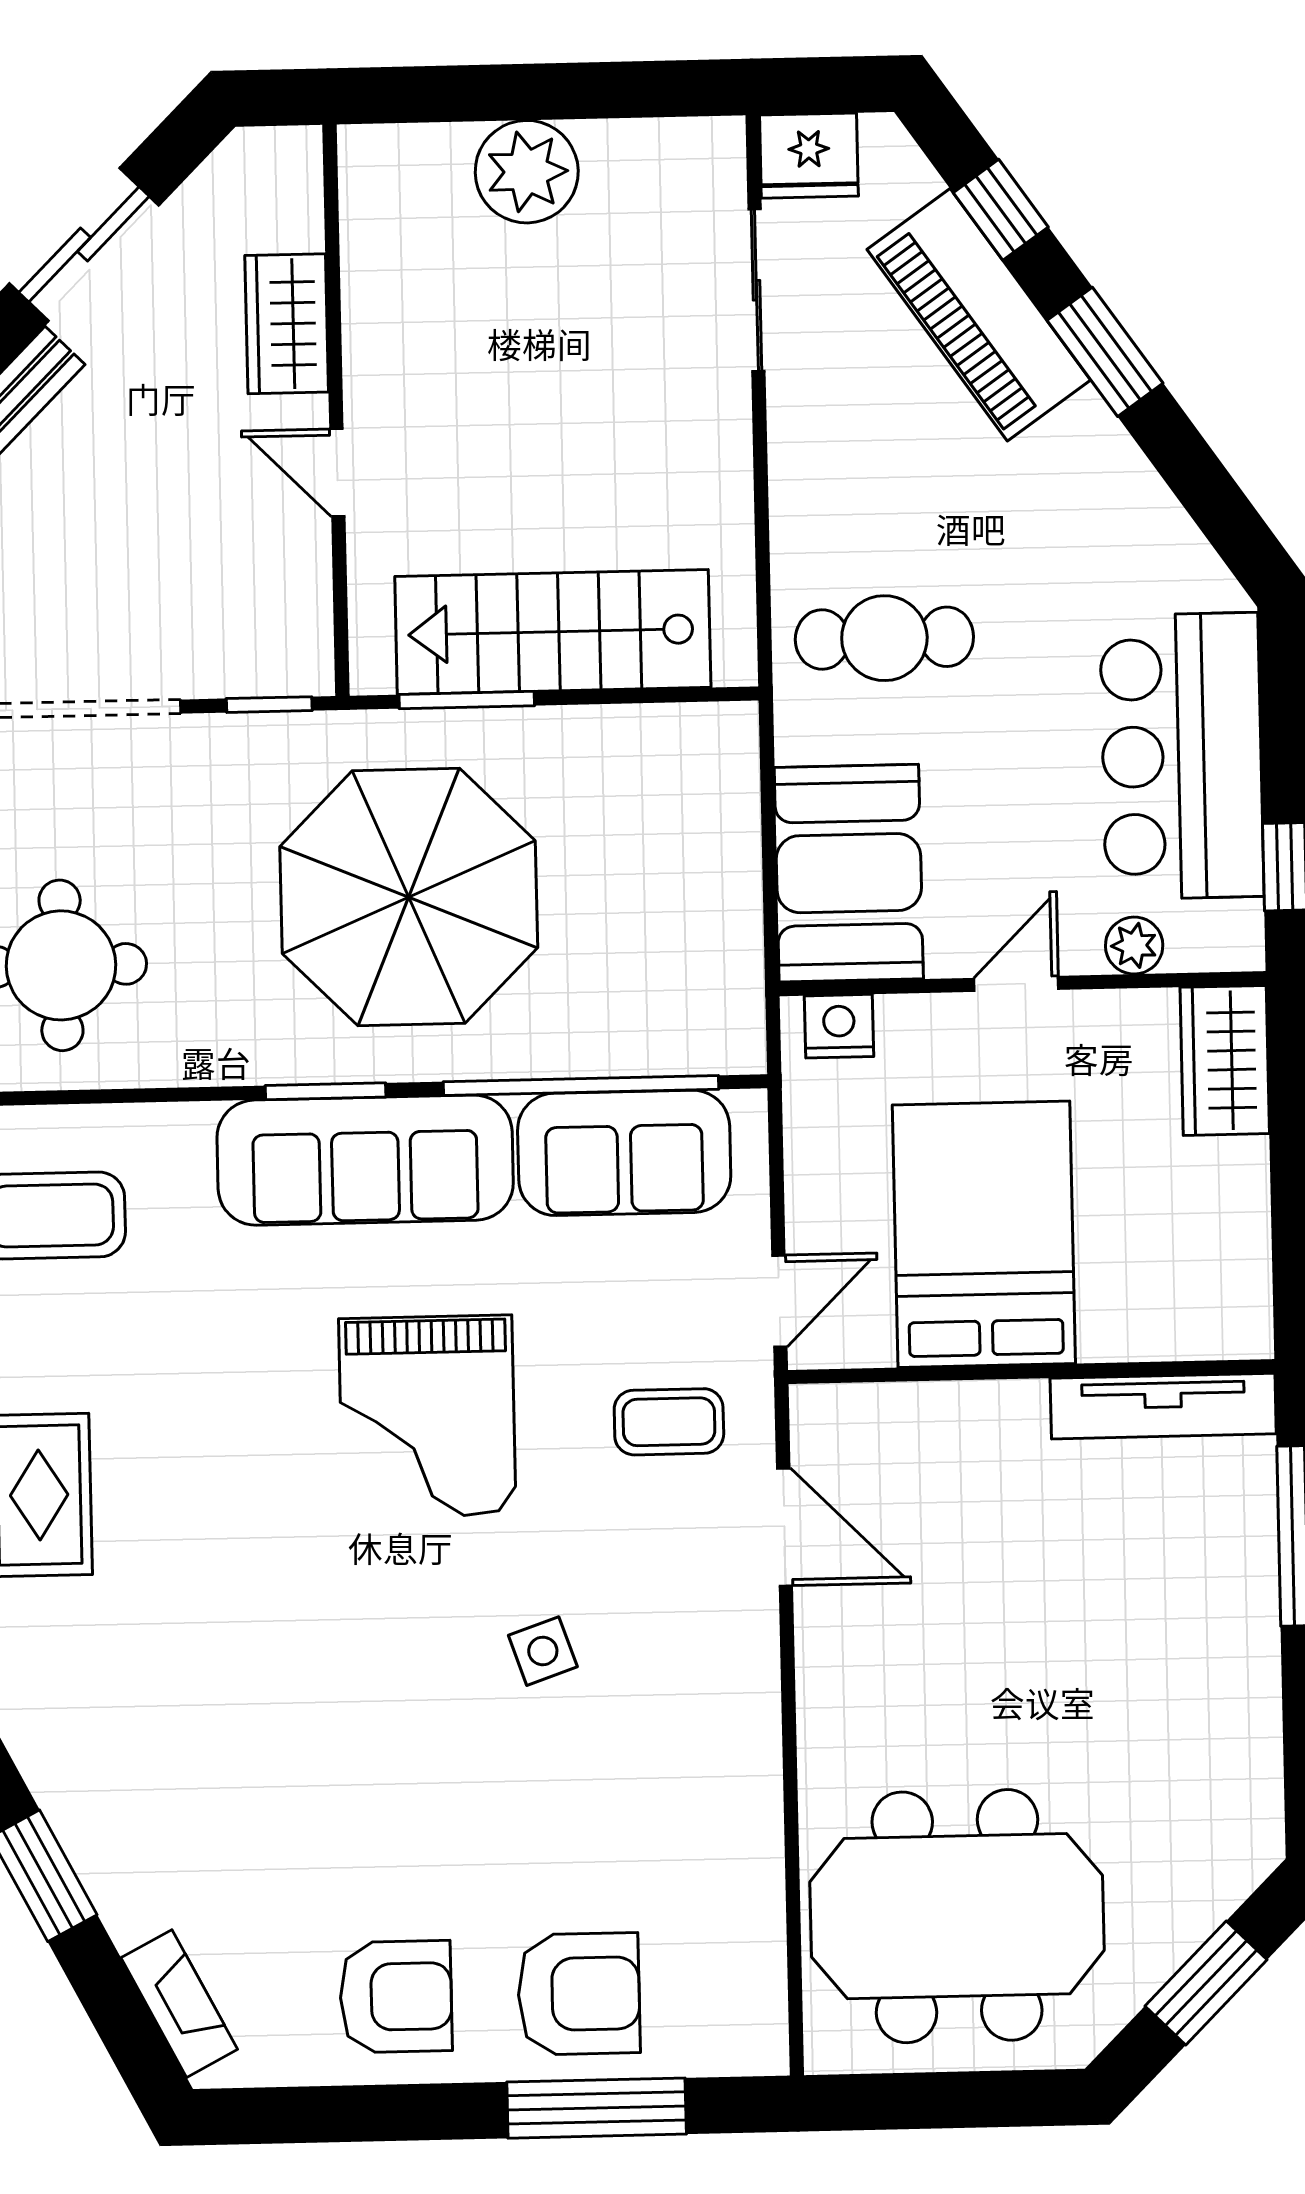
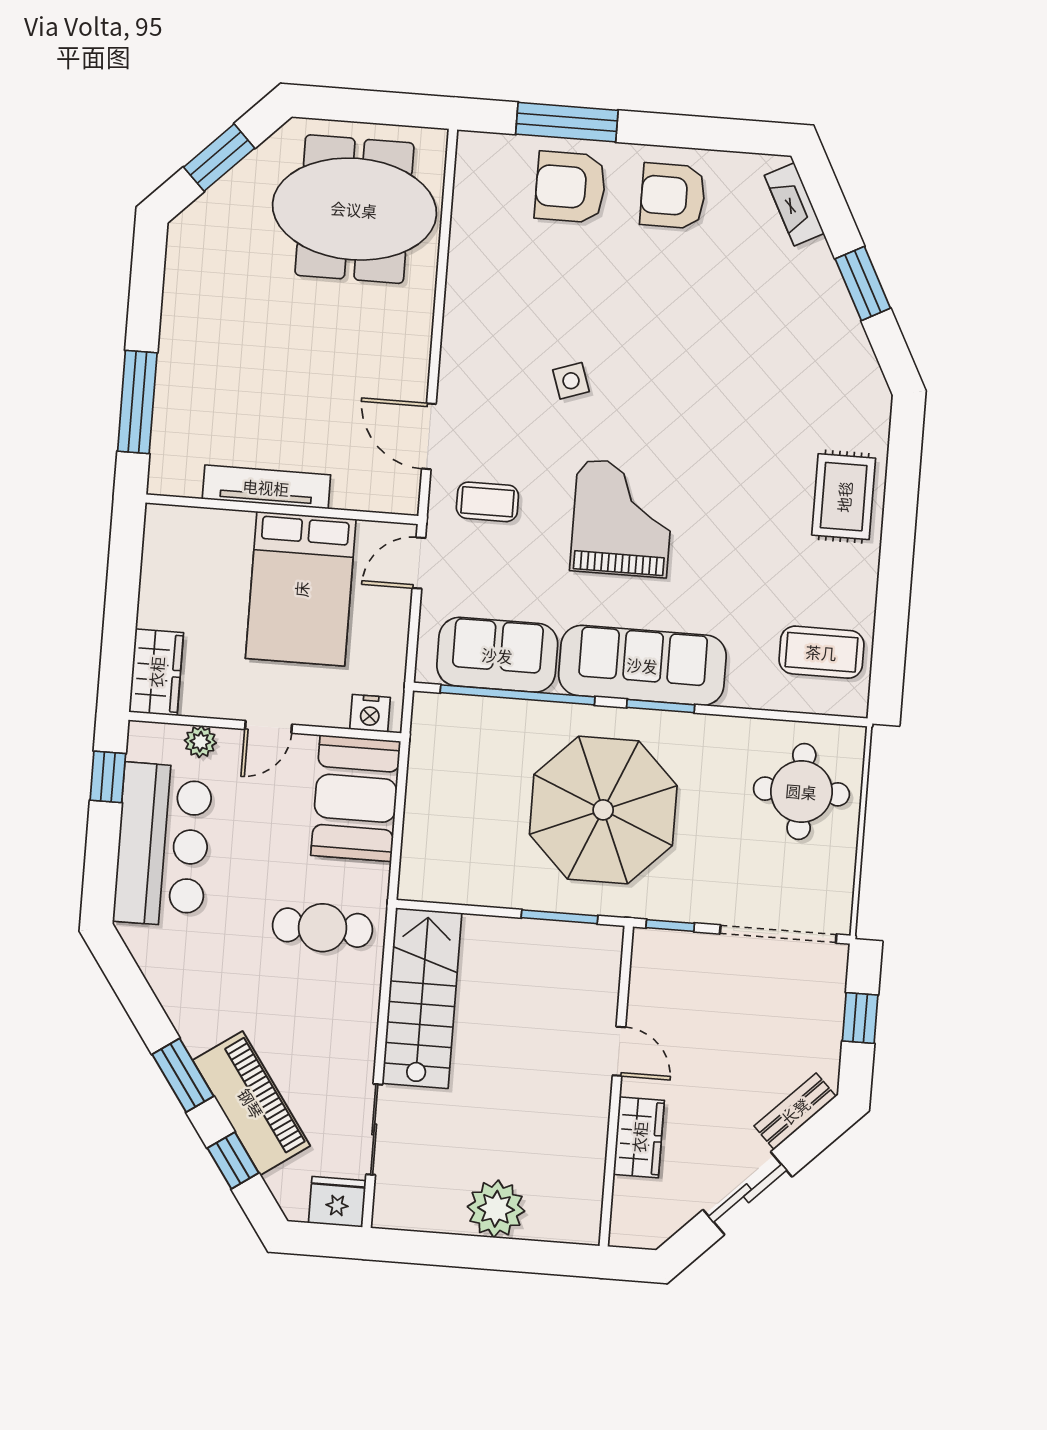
stairs: (553, 632) -> (422, 998), moved, turned -90
tv unit: (1163, 1406) -> (266, 487), moved

